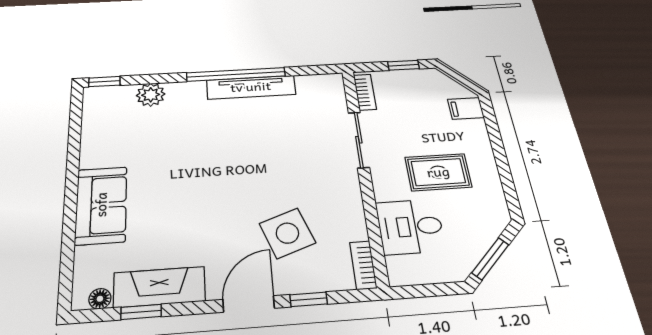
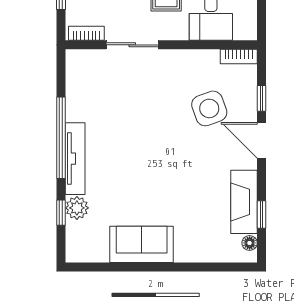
window: (104, 82) -> (61, 213), moved
tv unit: (251, 87) -> (75, 159), moved
sofa: (101, 205) -> (142, 244), moved

